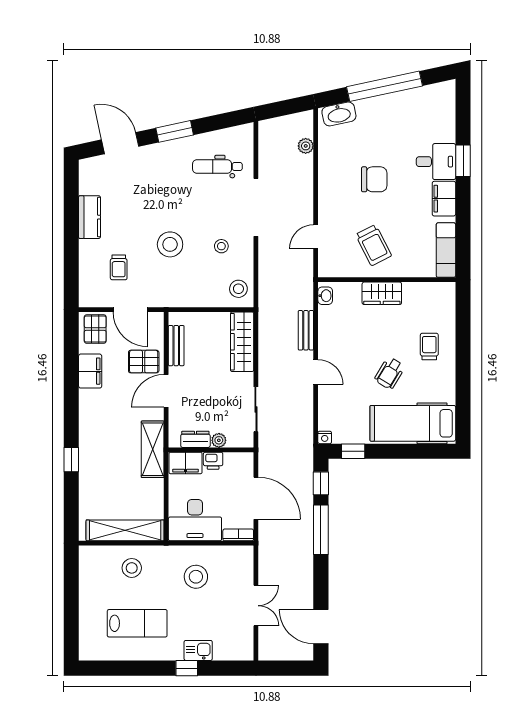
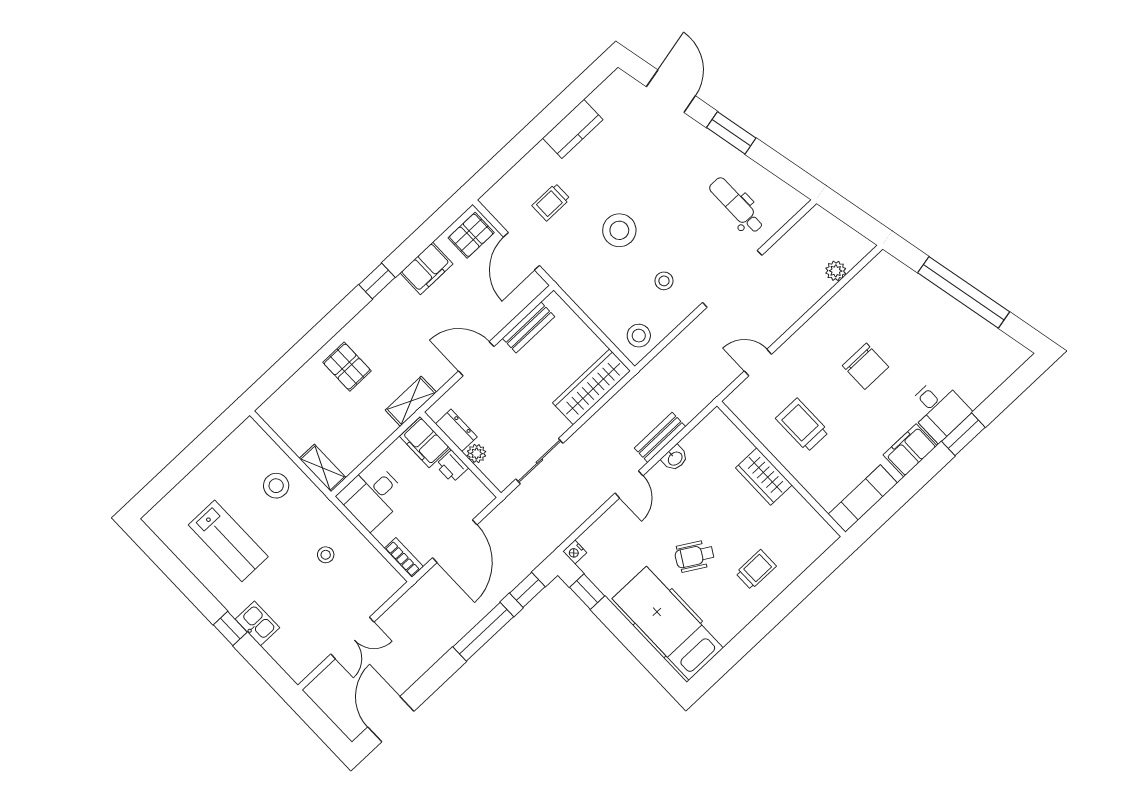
washbasin: (339, 114) -> (896, 274), removed
trolley: (374, 245) -> (802, 425), turned 117
washbasin: (325, 296) -> (675, 458), moved
pallet: (144, 362) -> (347, 367), moved
shelving: (153, 449) -> (411, 401), width x0.67, depth x0.75
window: (71, 460) -> (377, 281), moved
desk: (195, 520) -> (372, 496), width x0.73
shelving: (125, 530) -> (323, 468), width x0.45, depth x0.75
stool: (196, 577) -> (326, 555), width x0.53, depth x0.53

